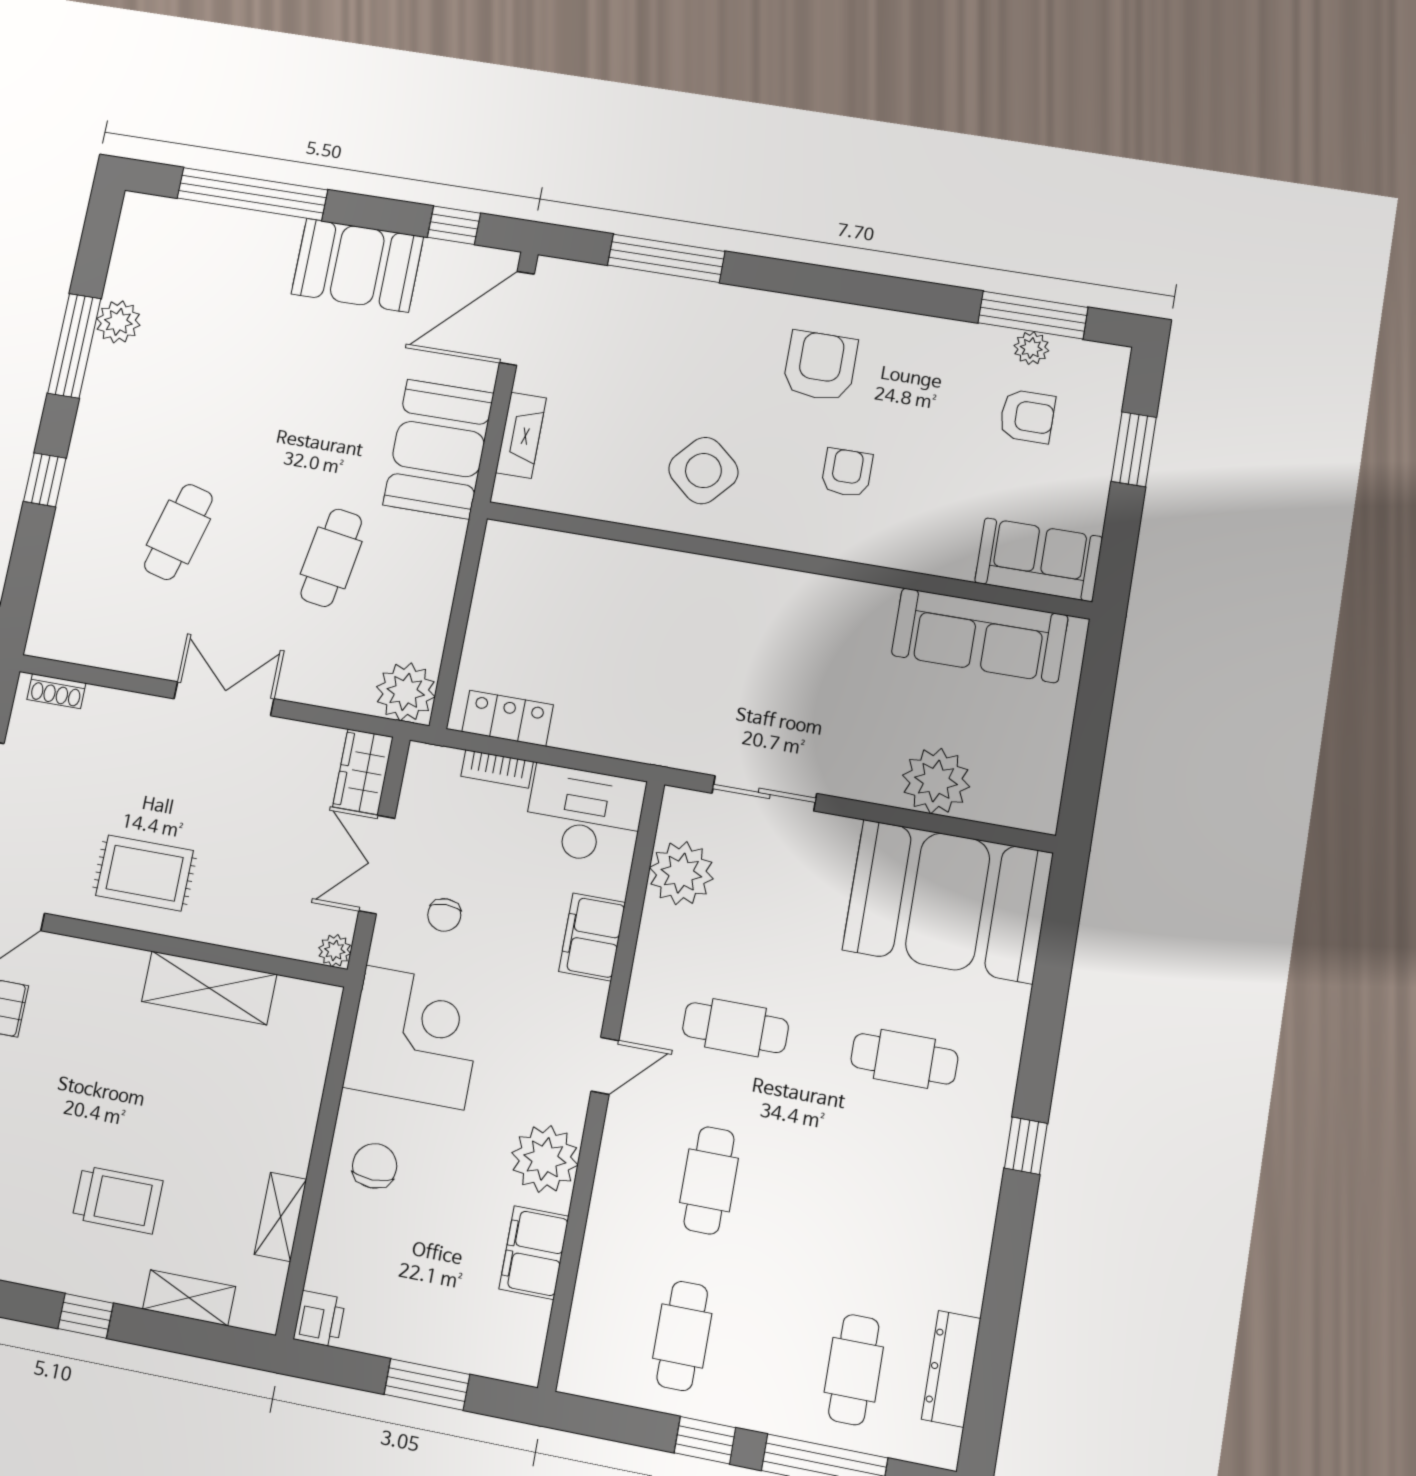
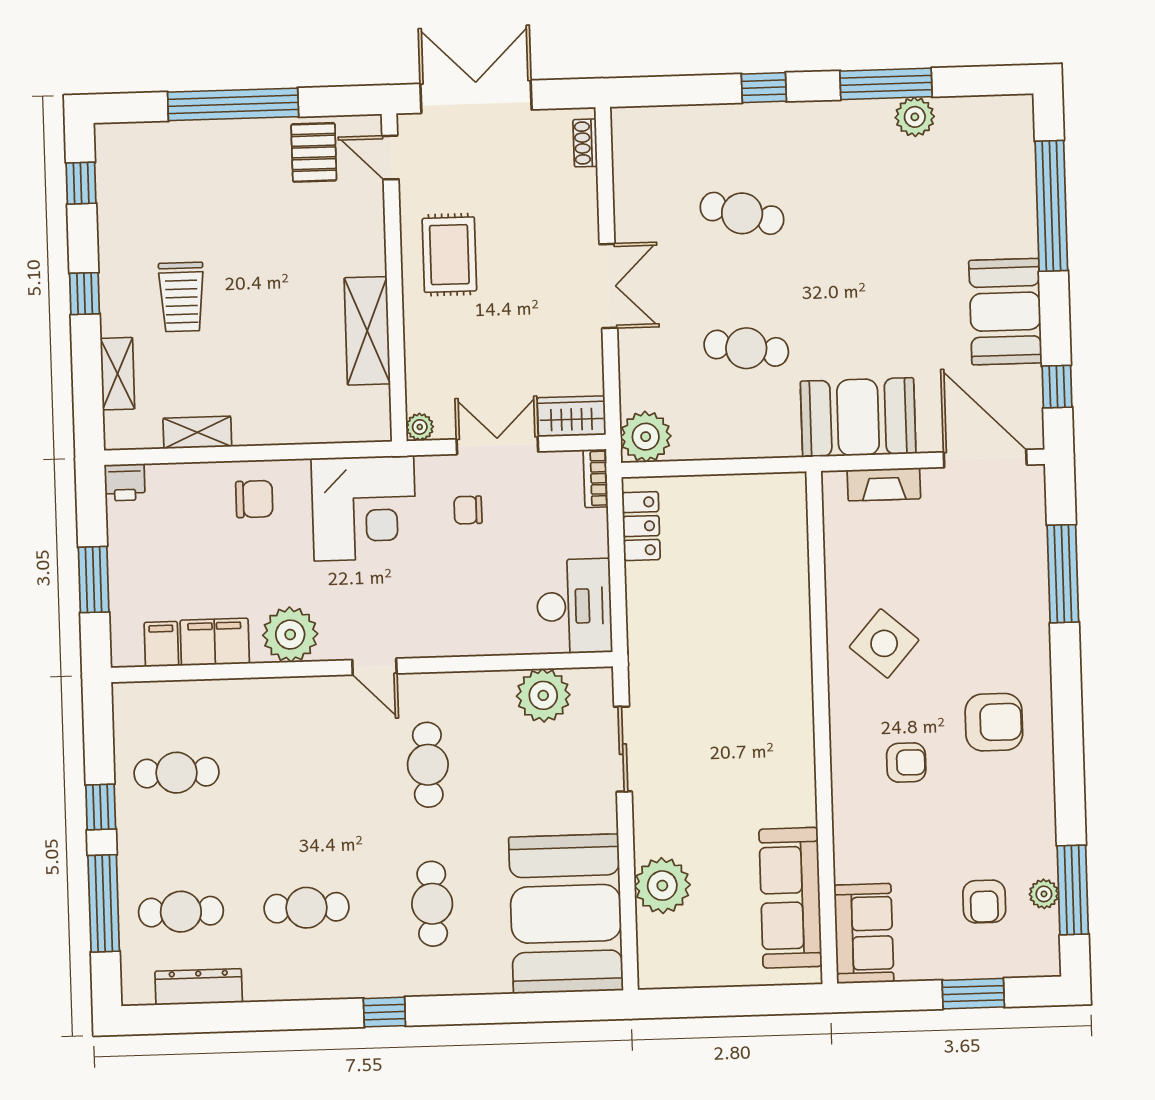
bookcase: (497, 769) -> (596, 478), moved
filing cabinet: (592, 937) -> (161, 644), moved, width x0.50
cafe table: (709, 1180) -> (307, 908), moved

